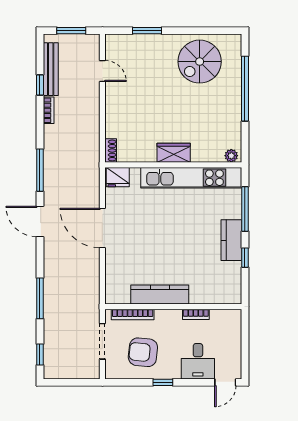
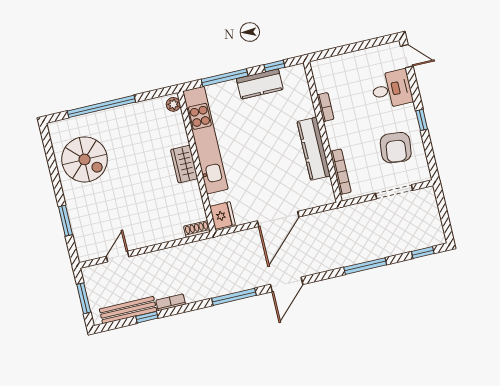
kitchen counter: (160, 294) -> (314, 149), moved
wall: (173, 307) -> (323, 132), moved
bookcase: (133, 314) -> (341, 172), moved
bookcase: (196, 314) -> (325, 107), moved

